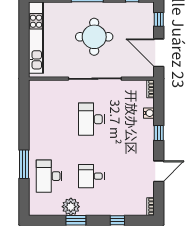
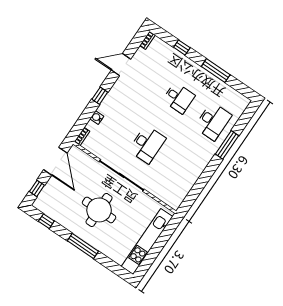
plant: (71, 207) -> (212, 84), removed
window: (76, 220) -> (216, 71), width x1.44

